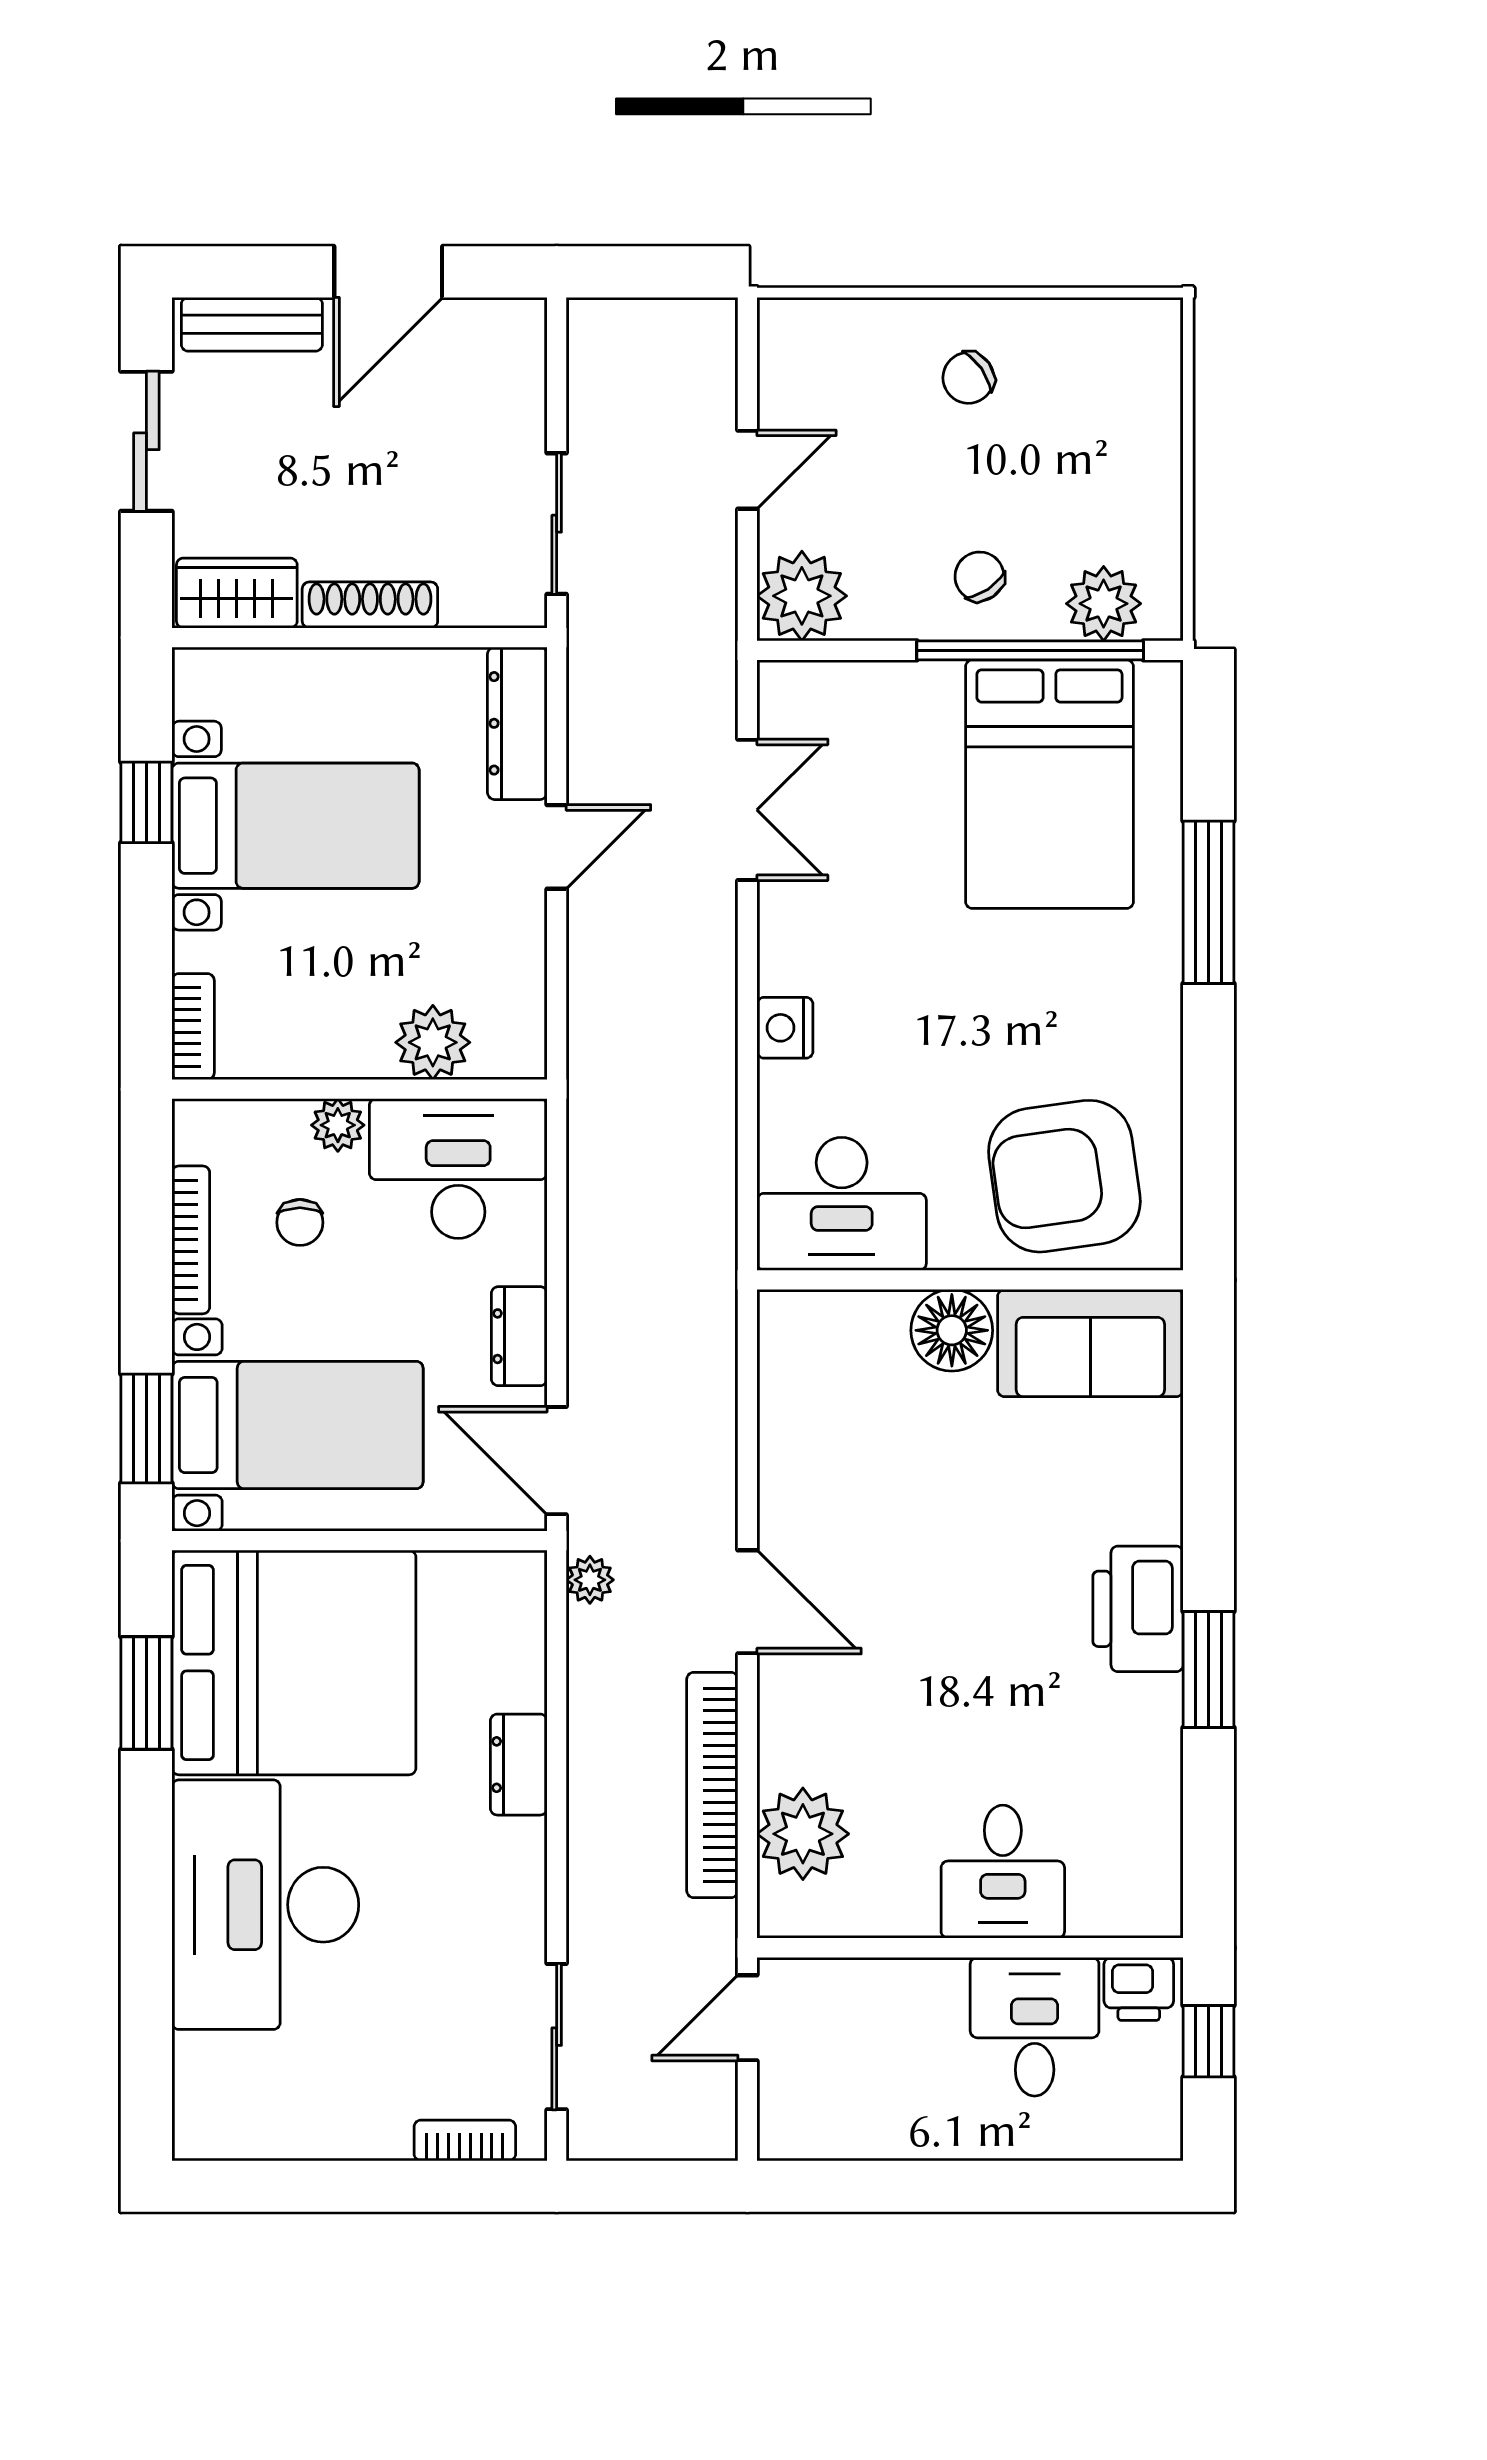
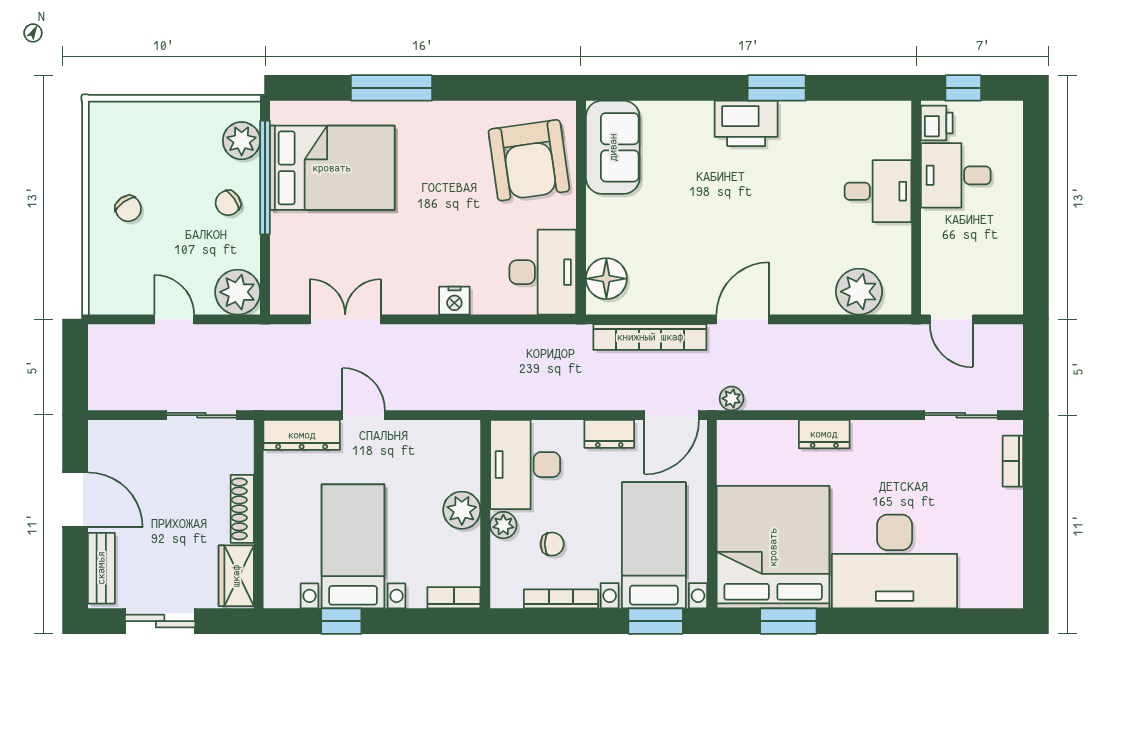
plant: (433, 1042) -> (462, 510), moved
floor lamp: (952, 1330) -> (606, 279), moved
bookcase: (712, 1785) -> (650, 337), moved

